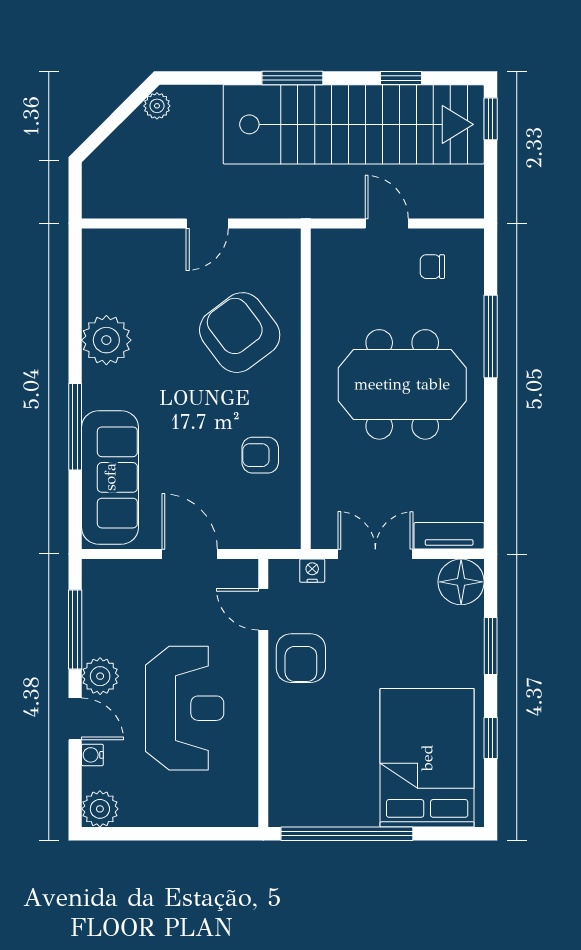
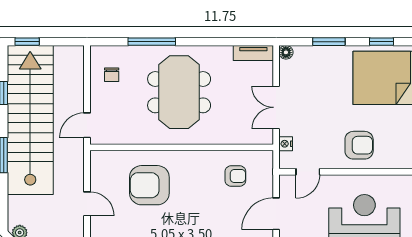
door: (387, 224) -> (87, 125), moved
armchair: (240, 333) -> (149, 185), turned 37
armchair: (260, 455) -> (235, 176), moved, turned -90
tv unit: (449, 536) -> (253, 53), moved, turned -90
floor lamp: (461, 582) -> (286, 52), width x0.53, depth x0.53
armchair: (301, 658) -> (359, 145), moved

